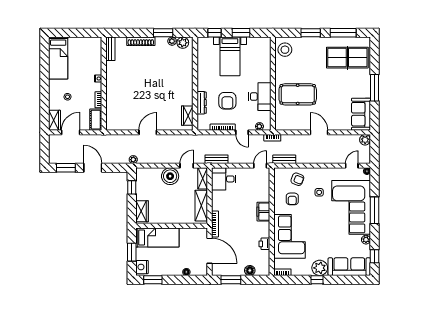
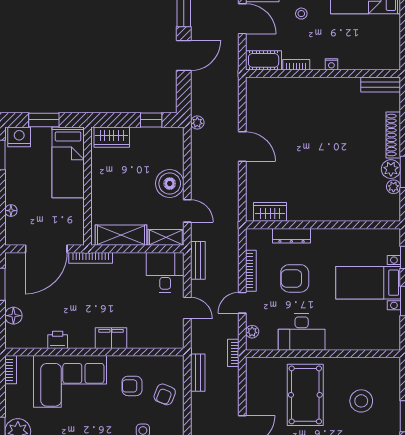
plant: (183, 43) -> (391, 169), moved
stool: (285, 50) -> (361, 401), moved
door: (260, 166) -> (187, 308), moved

